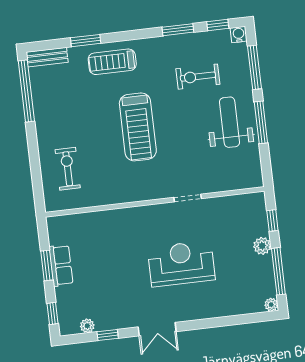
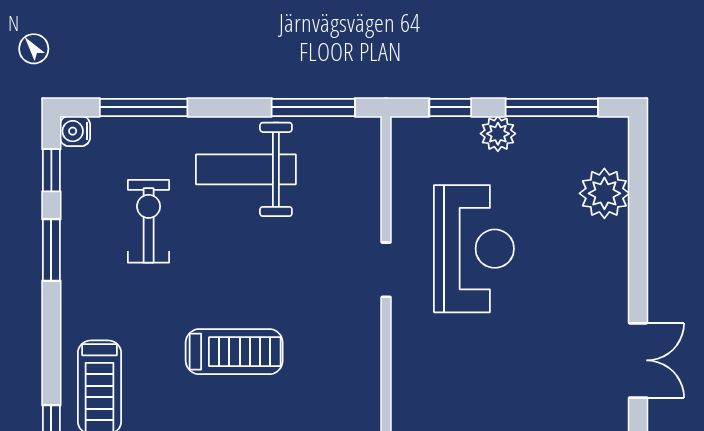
exercise bike: (198, 77) -> (149, 221), turned 180
window: (261, 122) -> (313, 107), moved
treadmill: (138, 127) -> (234, 352), width x0.73, depth x0.73
reception desk: (181, 264) -> (474, 249), moved, turned 180
plant: (271, 305) -> (604, 193), moved, width x1.88, depth x1.88

